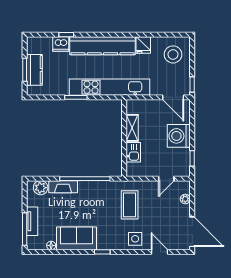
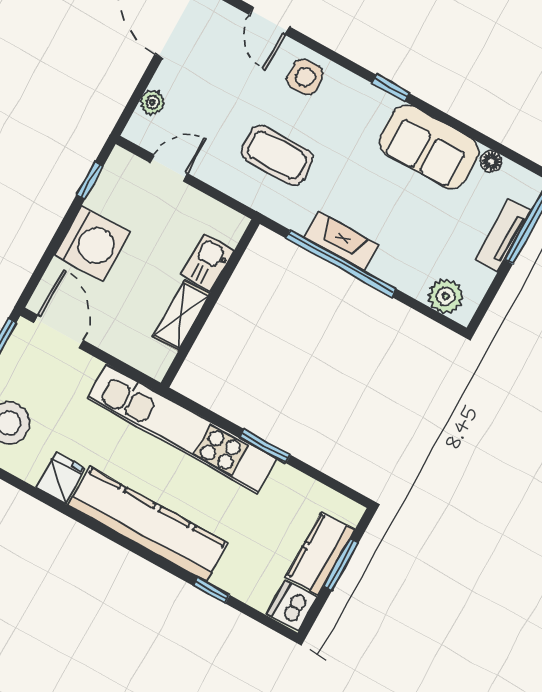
dishwasher: (61, 44) -> (292, 606), moved, turned -90
fireplace: (63, 187) -> (342, 241), moved
coffee table: (130, 205) -> (277, 155), turned 90

